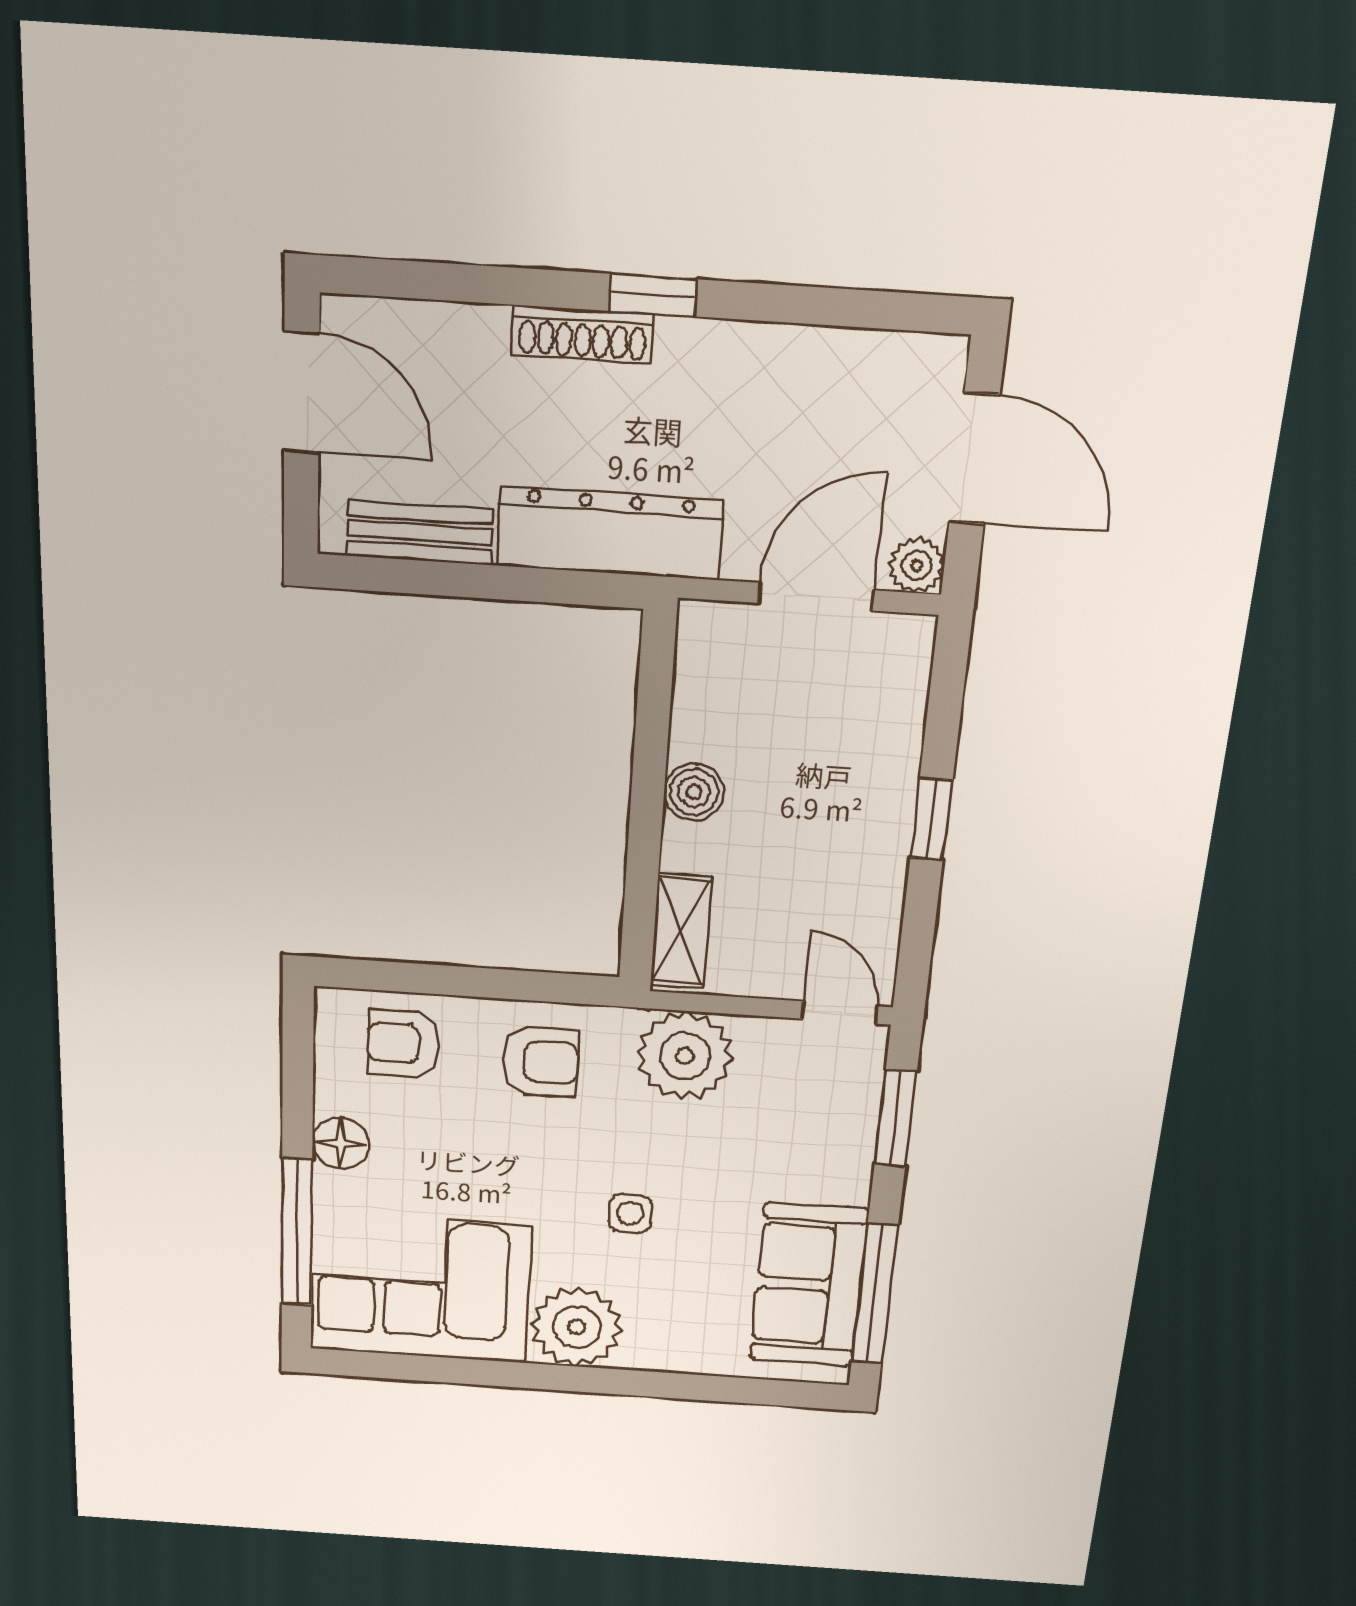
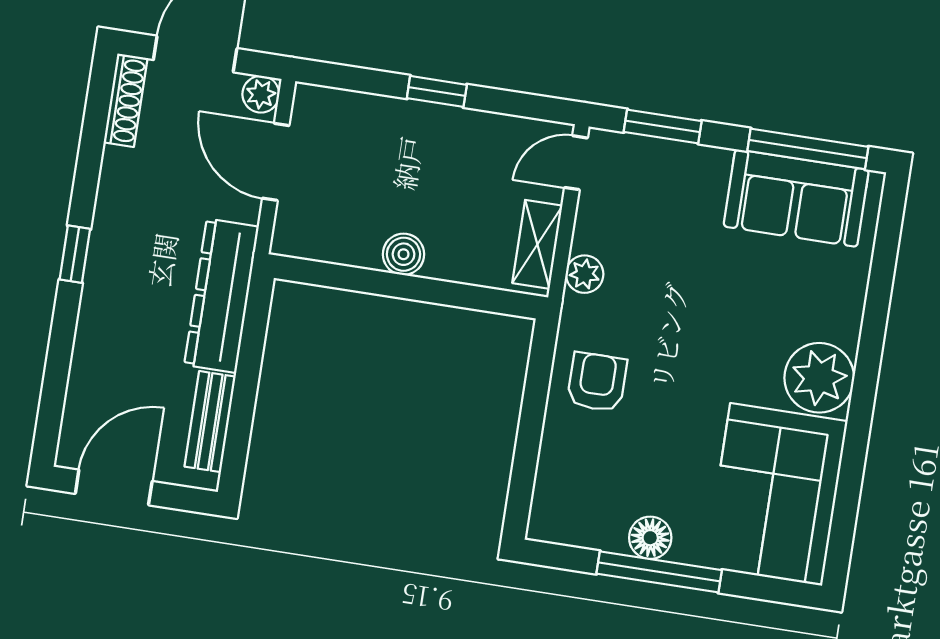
shoe rack: (583, 334) -> (126, 100), moved
shelving: (681, 931) -> (537, 244), moved, turned 90
armchair: (403, 1044) -> (575, 481), removed
plant: (685, 1056) -> (585, 274), width x0.53, depth x0.53
side table: (630, 1213) -> (725, 328), removed
window: (297, 1232) -> (659, 572), moved

